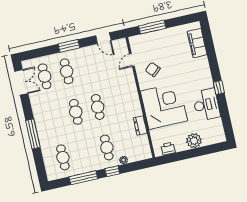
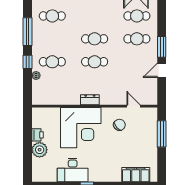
door: (103, 38) -> (162, 70), moved
dresser: (140, 125) -> (90, 100), moved
printer: (168, 149) -> (38, 135), moved

